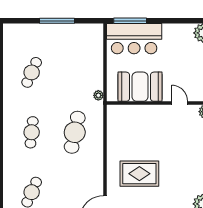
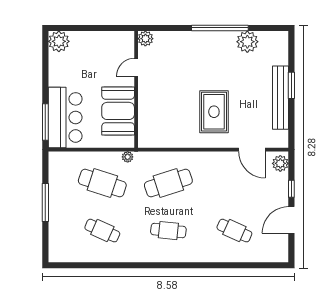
cafe table: (75, 72) -> (102, 183), added
cafe table: (75, 132) -> (168, 183), turned -30

